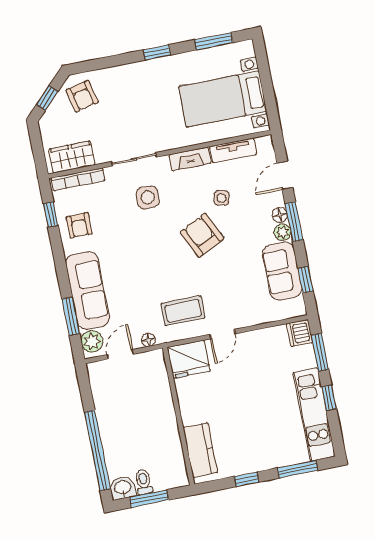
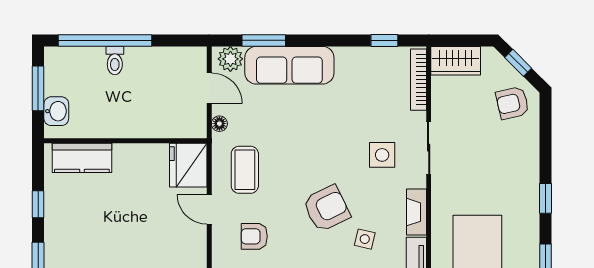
wardrobe: (72, 157) -> (456, 61), moved, turned 90
armchair: (79, 225) -> (254, 236), moved
toilet: (144, 482) -> (115, 61), moved, turned 90
washbasin: (123, 488) -> (56, 111), moved

